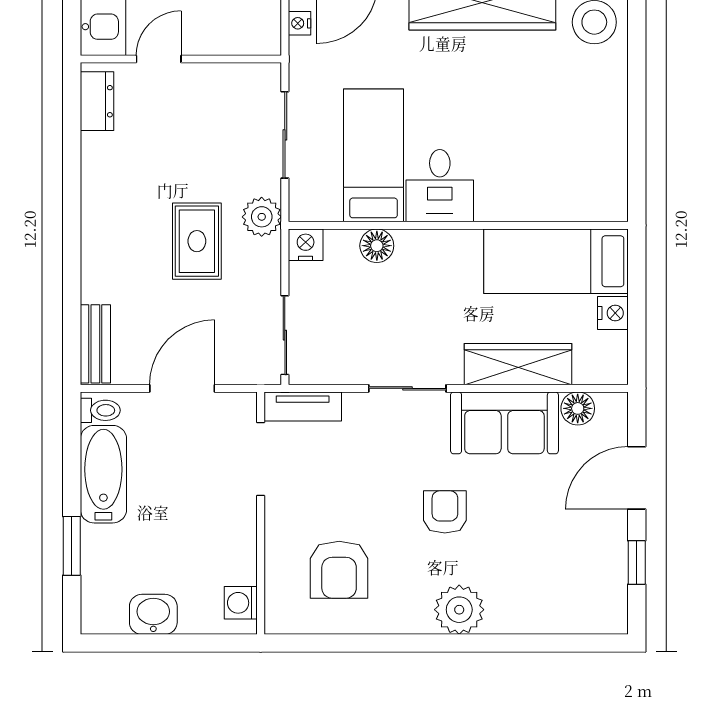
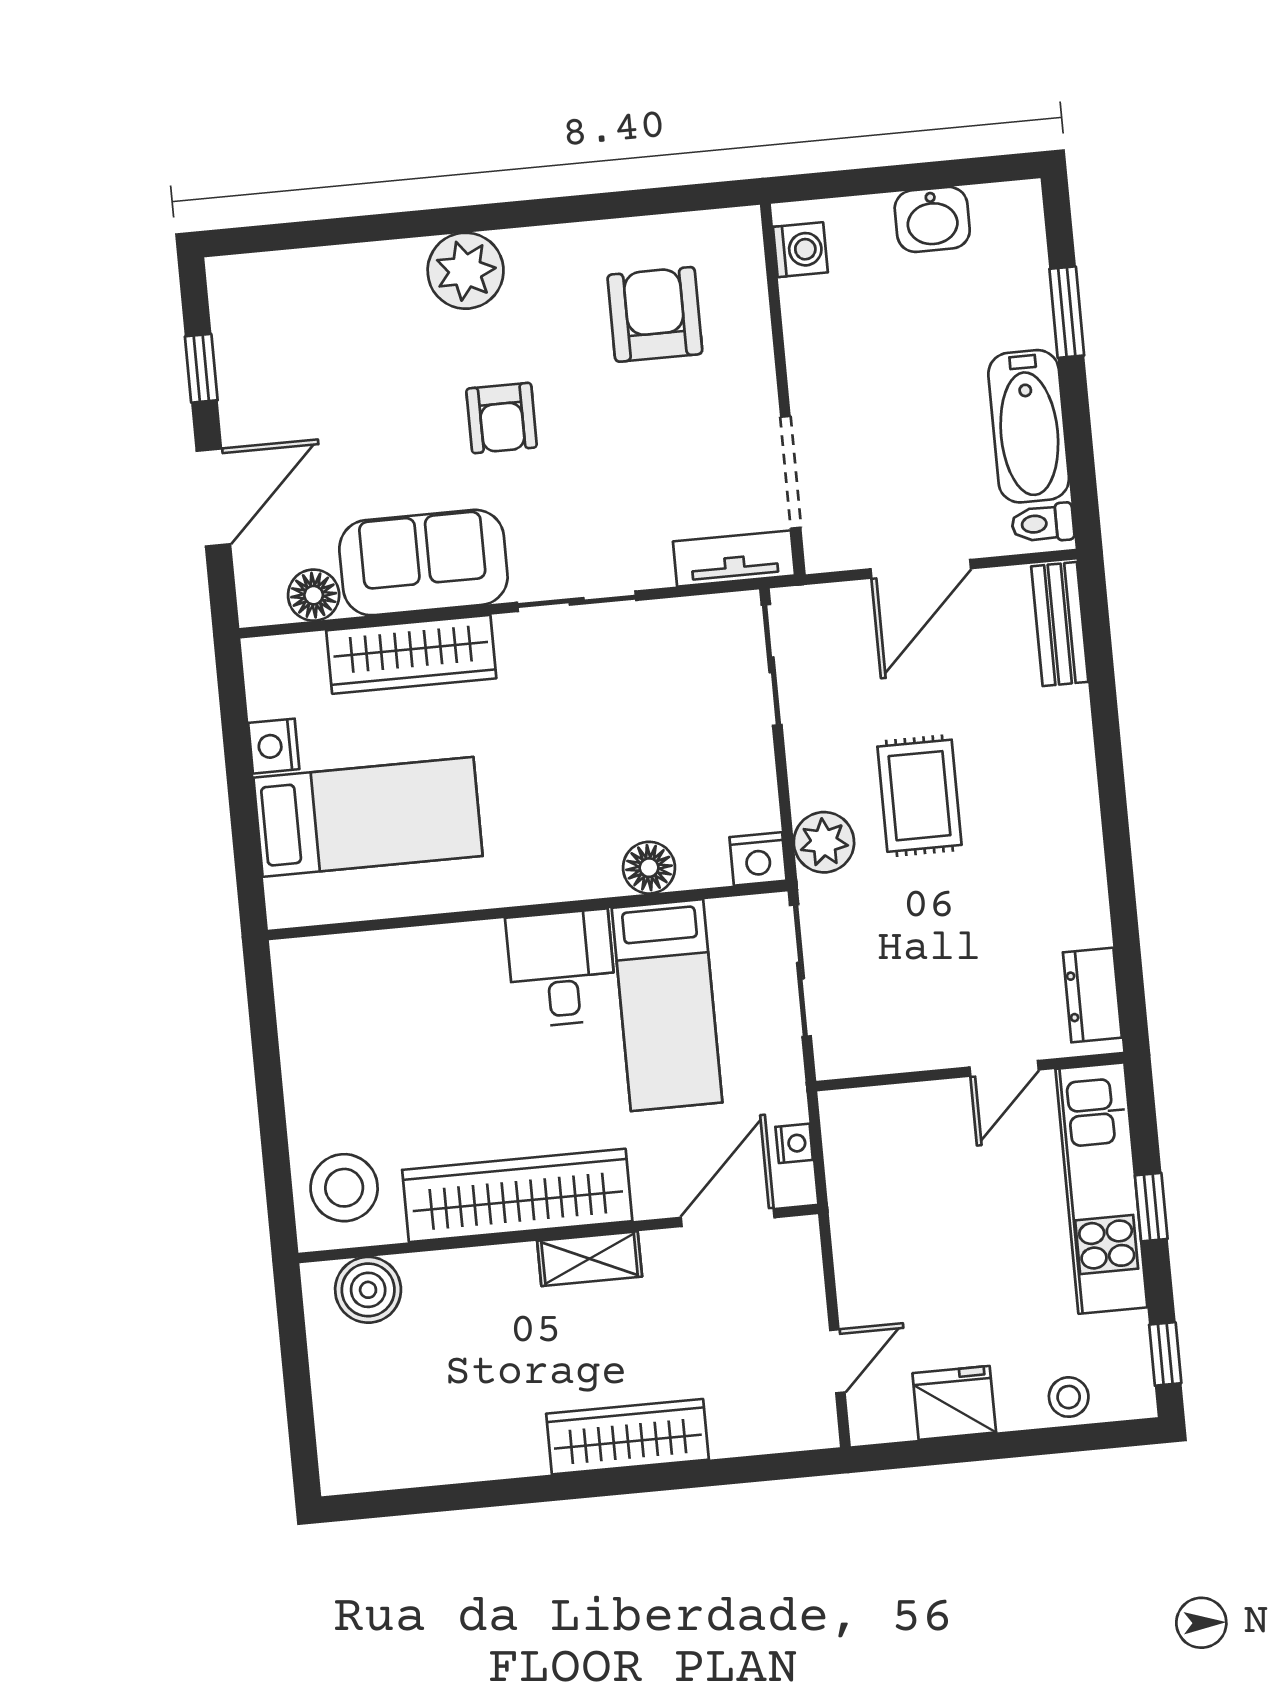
bed: (374, 155) -> (667, 1005), moved
desk: (440, 186) -> (561, 968), moved
wall: (458, 225) -> (528, 910), moved
nightstand: (306, 245) -> (758, 859), moved
floor lamp: (377, 246) -> (649, 868), moved

